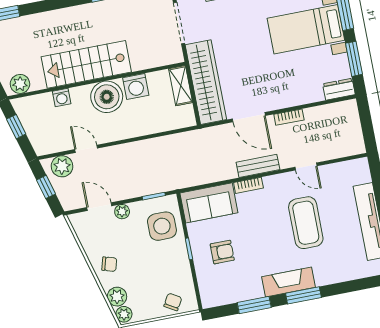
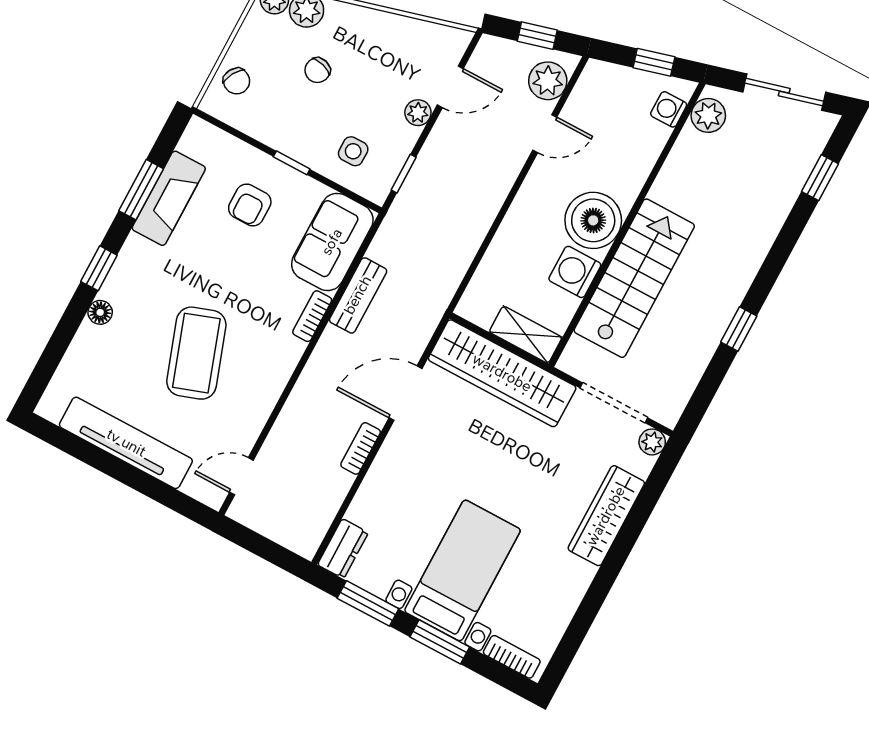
stairs: (86, 64) -> (634, 278), moved
washing machine: (62, 98) -> (669, 109), moved
bench: (258, 166) -> (358, 295), moved
door: (306, 166) -> (241, 476), moved
coffee table: (306, 223) -> (196, 353), turned 71
side table: (162, 226) -> (353, 151), width x0.54, depth x0.54
chair: (109, 264) -> (317, 70), moved
floor lamp: (322, 279) -> (100, 312), added
fireplace: (289, 282) -> (169, 198), moved
window: (303, 295) -> (99, 268), width x0.67

